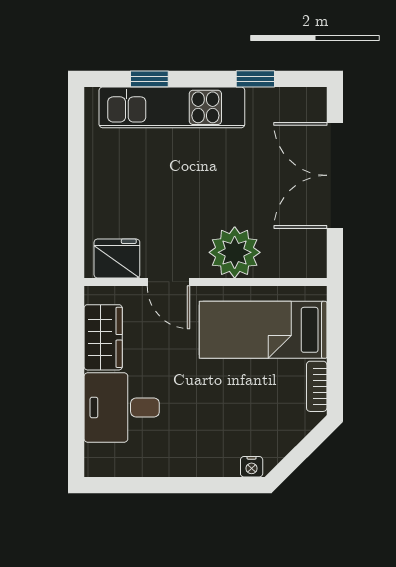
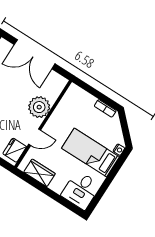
bed: (263, 330) -> (91, 153), moved, turned 90
desk: (122, 408) -> (81, 190), moved

